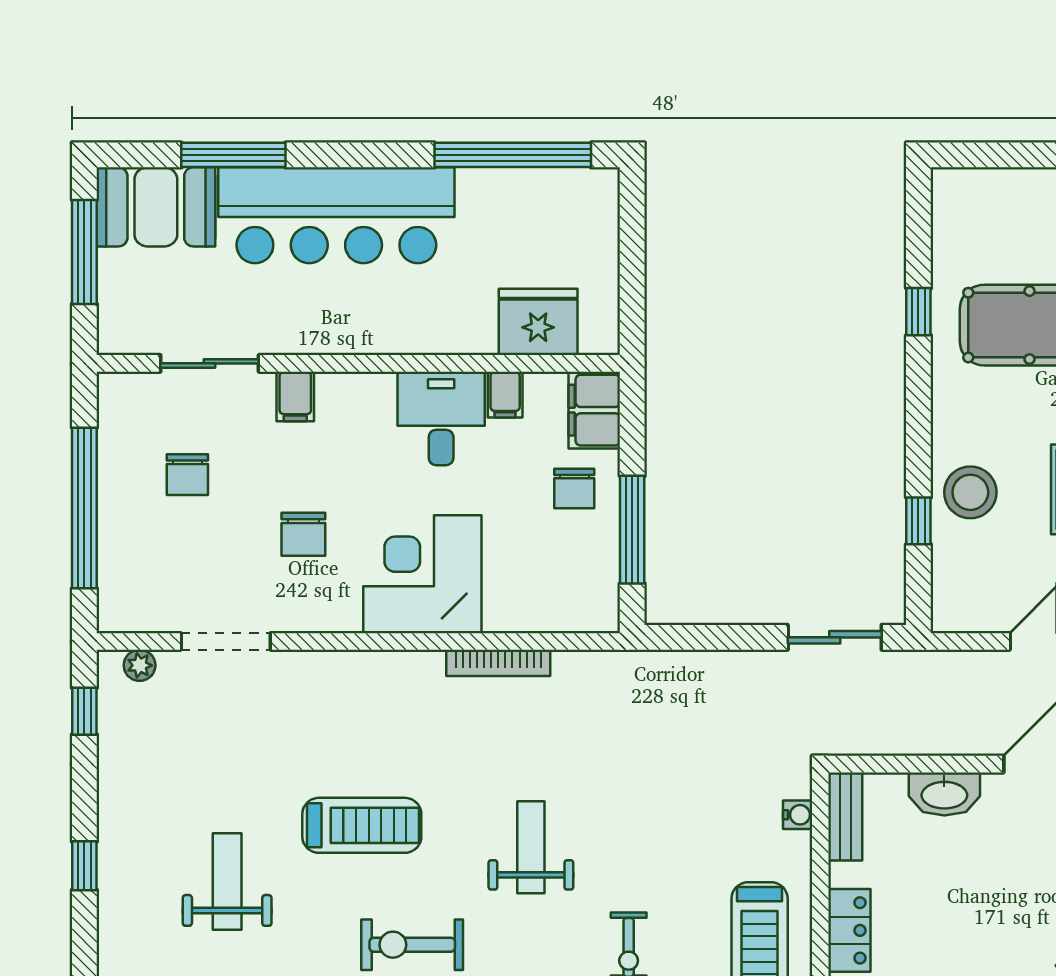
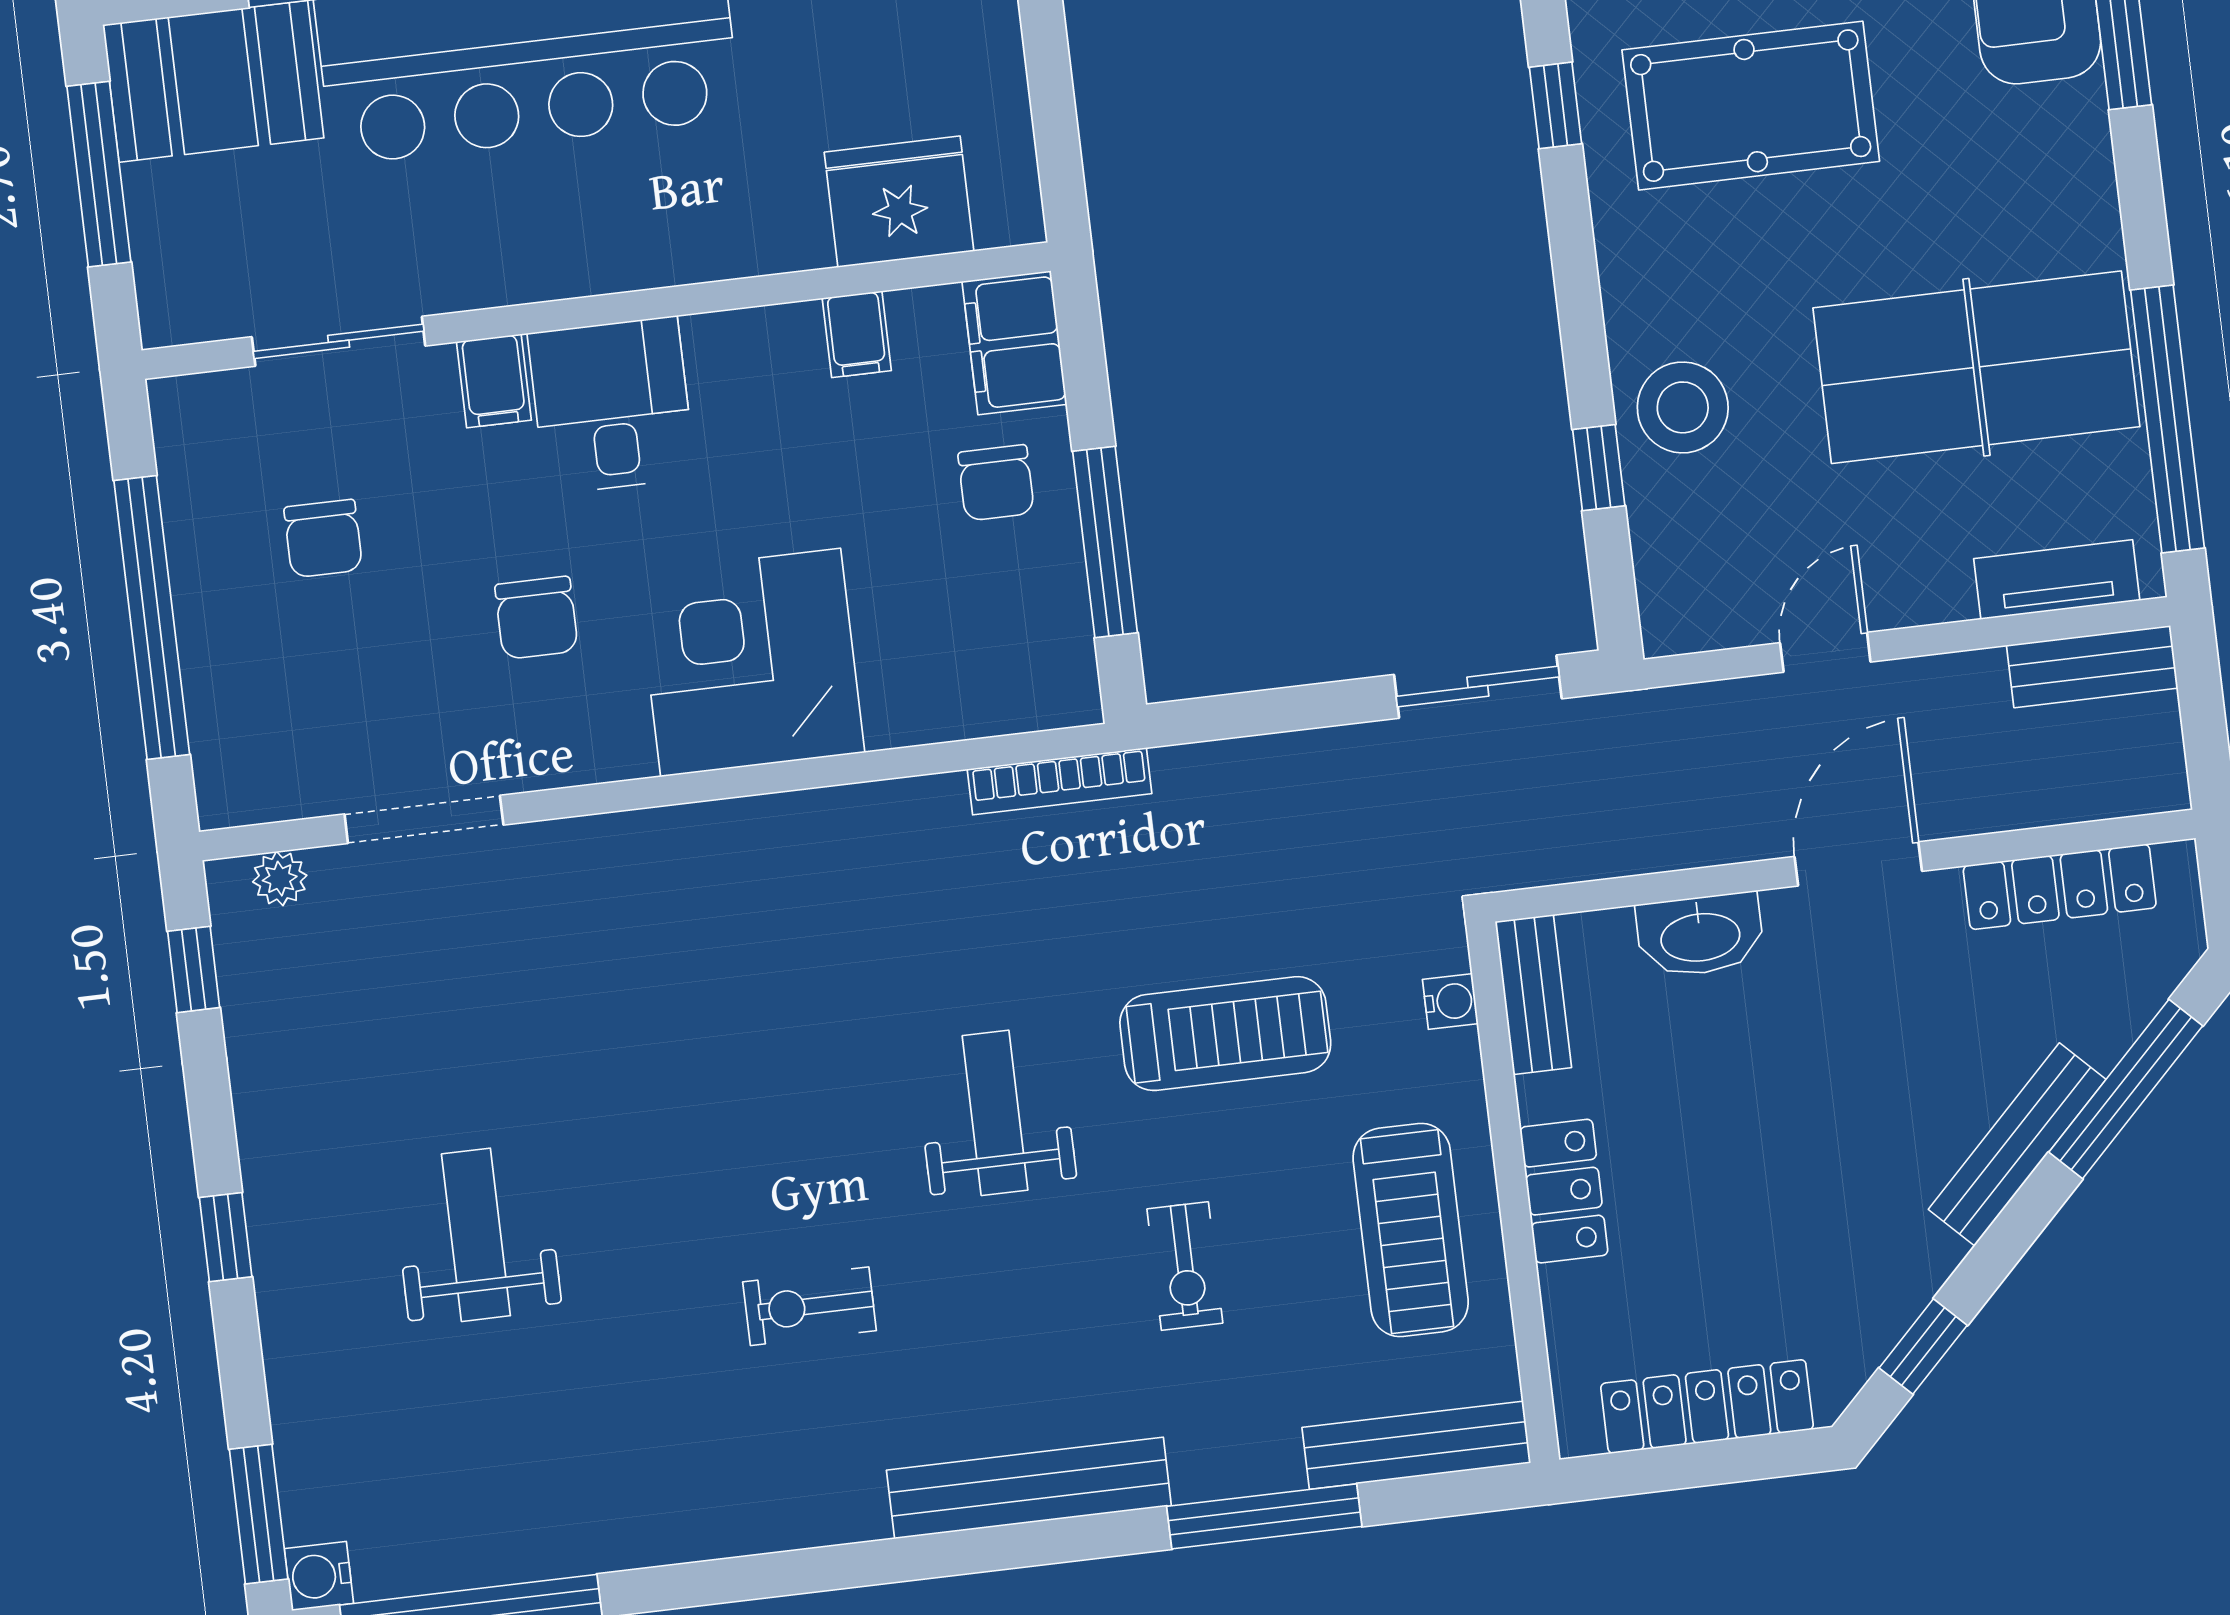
desk: (441, 418) -> (612, 405), moved
bookcase: (498, 663) -> (1059, 781), moved
treadmill: (362, 825) -> (1225, 1034), moved
exercise bike: (412, 945) -> (810, 1306), width x0.73, depth x0.72

